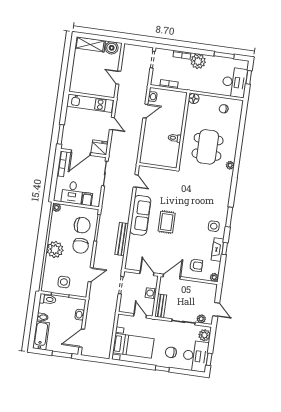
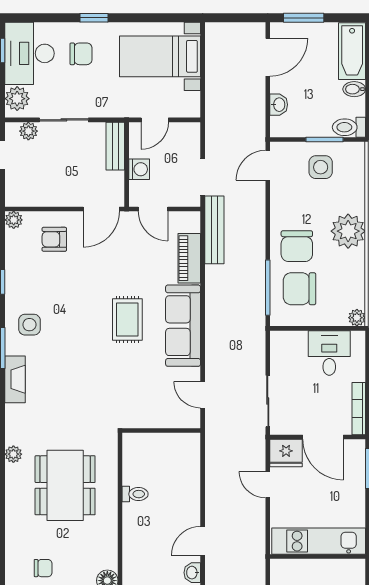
door: (112, 124) -> (268, 485), moved
door: (81, 153) -> (323, 437), swing flipped
filing cabinet: (87, 199) -> (297, 344), removed
bench: (122, 239) -> (214, 230), moved
chair: (81, 246) -> (297, 246), turned 180
piano: (133, 247) -> (189, 258), added
fireplace: (218, 250) -> (15, 379), moved
door: (91, 275) -> (268, 165), moved
door: (140, 316) -> (155, 120), hinge flipped

